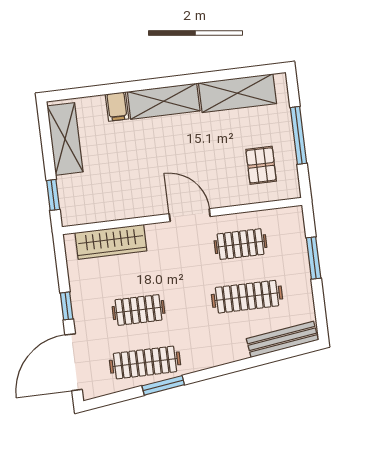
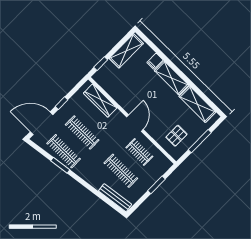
clothes rail: (139, 310) -> (82, 132), width x1.36

